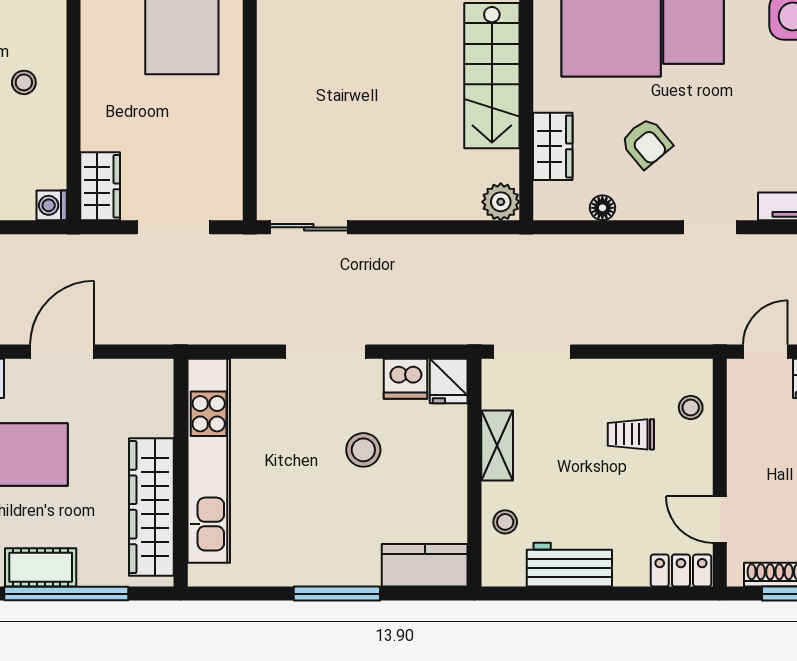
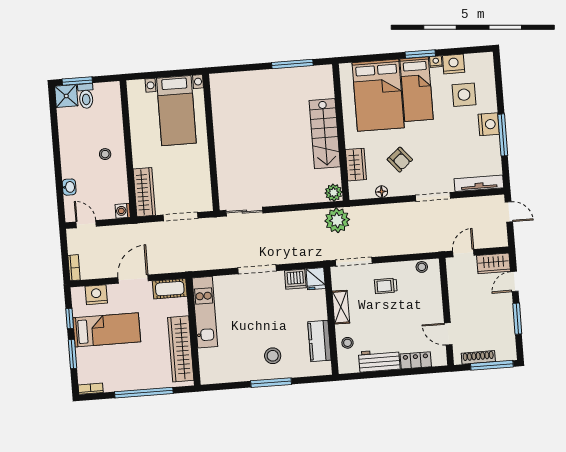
wardrobe: (100, 186) -> (144, 192), width x1.50
doorway: (710, 227) -> (433, 197), width x1.38
plant: (504, 261) -> (337, 220), added
stool: (691, 407) -> (422, 267), moved
trolley: (631, 434) -> (386, 286), moved
stool: (363, 450) -> (273, 356), moved
kitchen unit: (209, 461) -> (205, 312), width x0.73
kitchen counter: (425, 565) -> (319, 341), moved, turned -90
cot: (41, 567) -> (170, 289), moved
locker: (681, 571) -> (416, 360), moved

